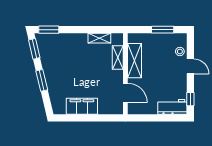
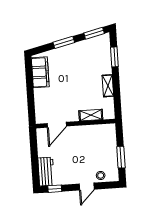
window: (49, 30) -> (114, 57), moved
shelving: (99, 38) -> (108, 86), moved
shelving: (135, 61) -> (89, 132), removed
filing cabinet: (82, 106) -> (40, 72), moved

